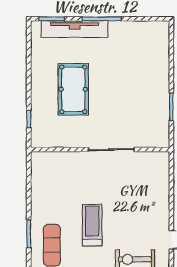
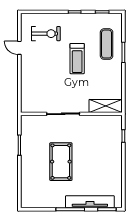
pool table: (73, 89) -> (61, 162), moved
shelving: (53, 160) -> (106, 106), added

